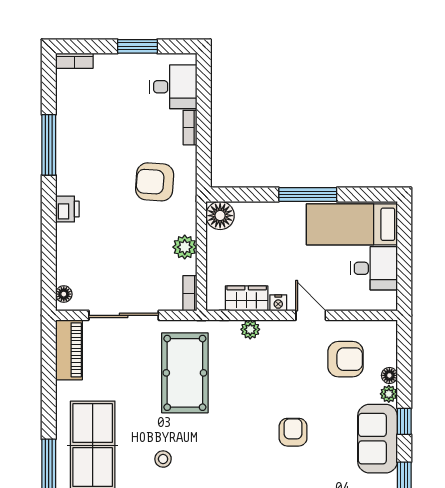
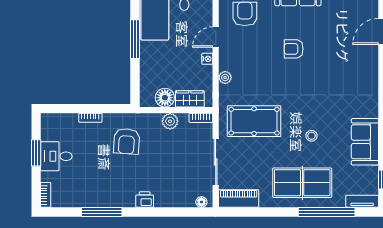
desk: (173, 87) -> (56, 156), moved, turned -90
floor lamp: (220, 216) -> (165, 98), moved
wardrobe: (247, 298) -> (190, 99), moved, turned 90

